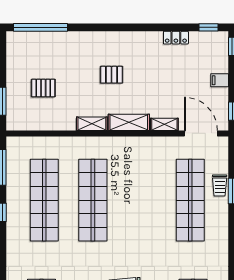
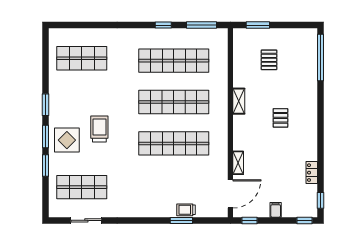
shelving: (129, 122) -> (240, 133), removed
shop shelf: (190, 200) -> (174, 143), moved

